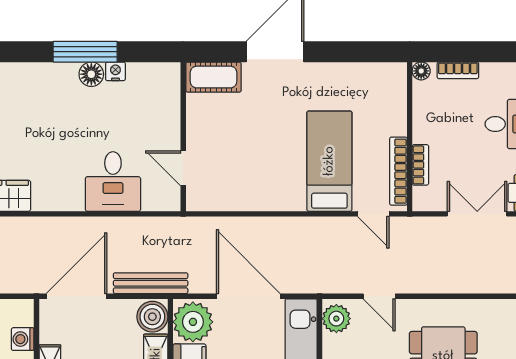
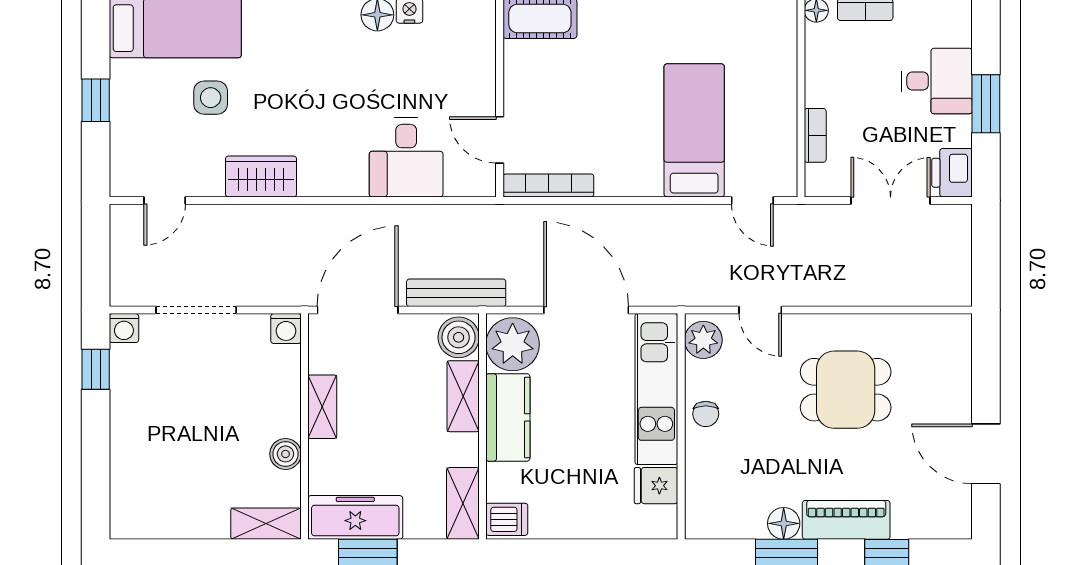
bookcase: (398, 171) -> (548, 185), moved, turned 90
washing machine: (23, 339) -> (286, 329), moved, turned -90

